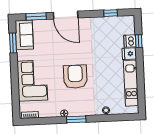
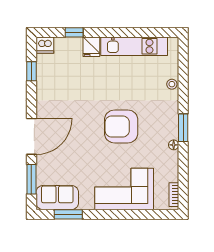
dishwasher: (130, 41) -> (45, 45), moved

